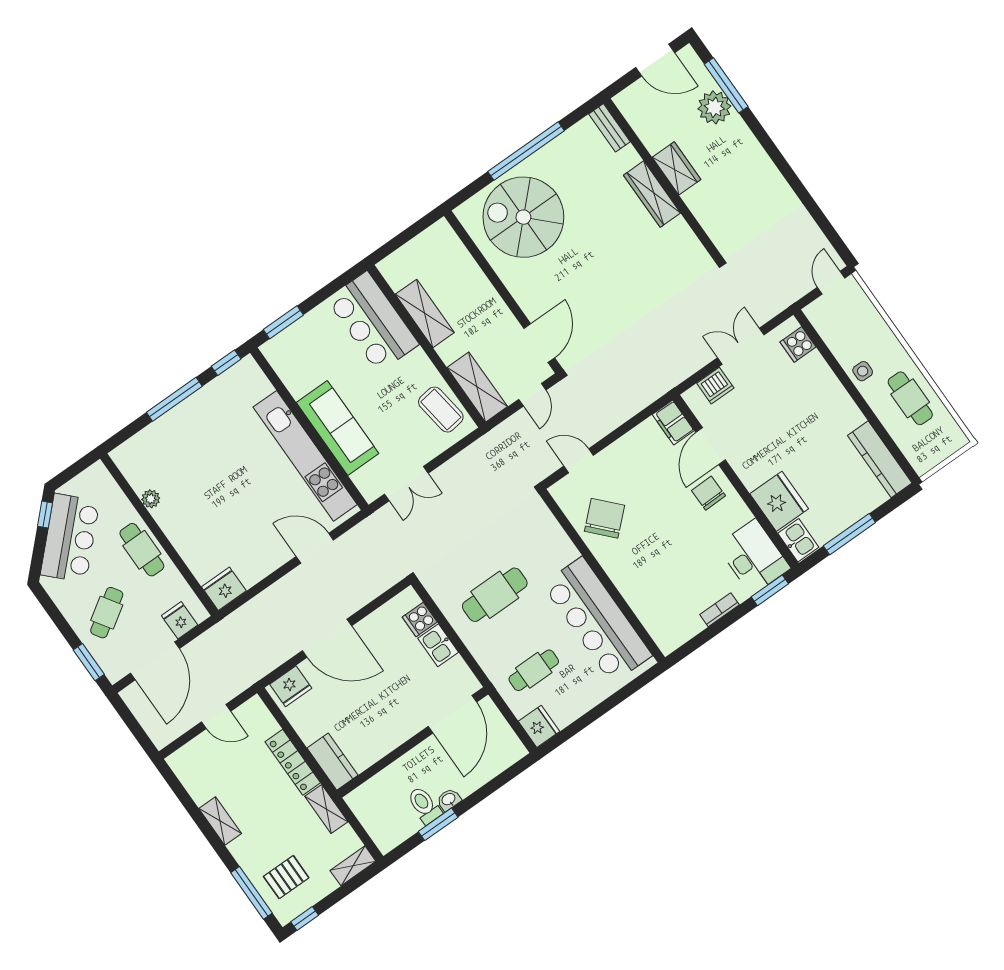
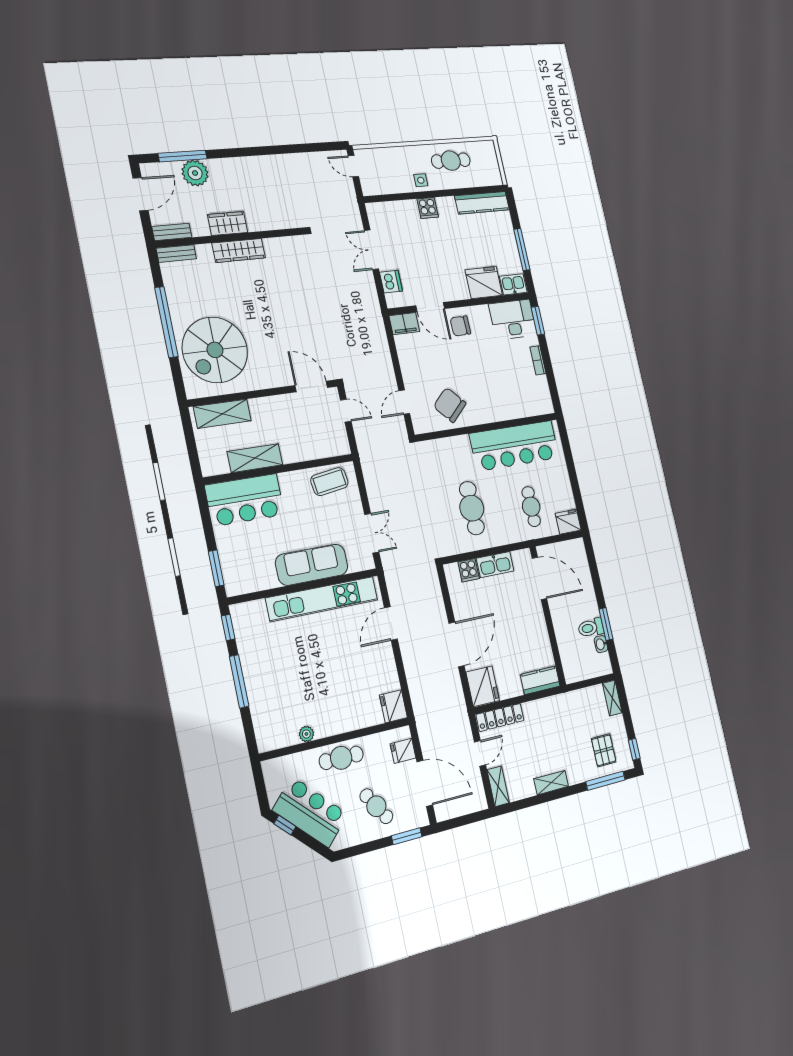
bench: (631, 112) -> (172, 232), added
cooker: (798, 344) -> (428, 208), moved
shelving: (477, 387) -> (222, 414), moved
kitchen sink: (438, 645) -> (495, 565), width x1.38
fridge: (291, 686) -> (483, 686), width x1.36, depth x1.34
locker: (293, 762) -> (500, 717), moved
washbasin: (449, 800) -> (601, 644), moved
shelving: (326, 809) -> (498, 786), moved, turned 90

